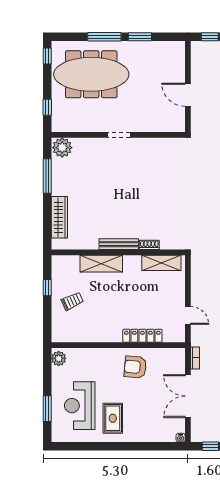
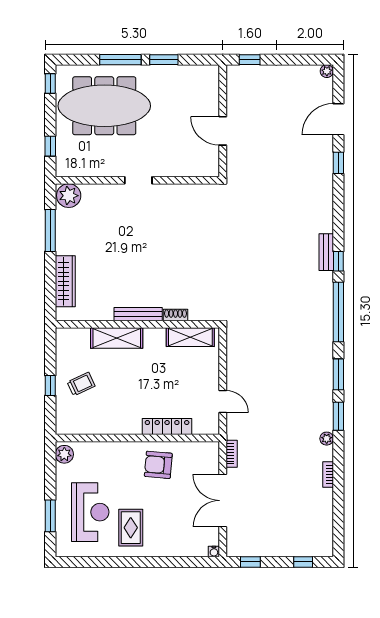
window: (47, 288) -> (50, 385), moved
reception desk: (80, 406) -> (90, 512), turned 180

